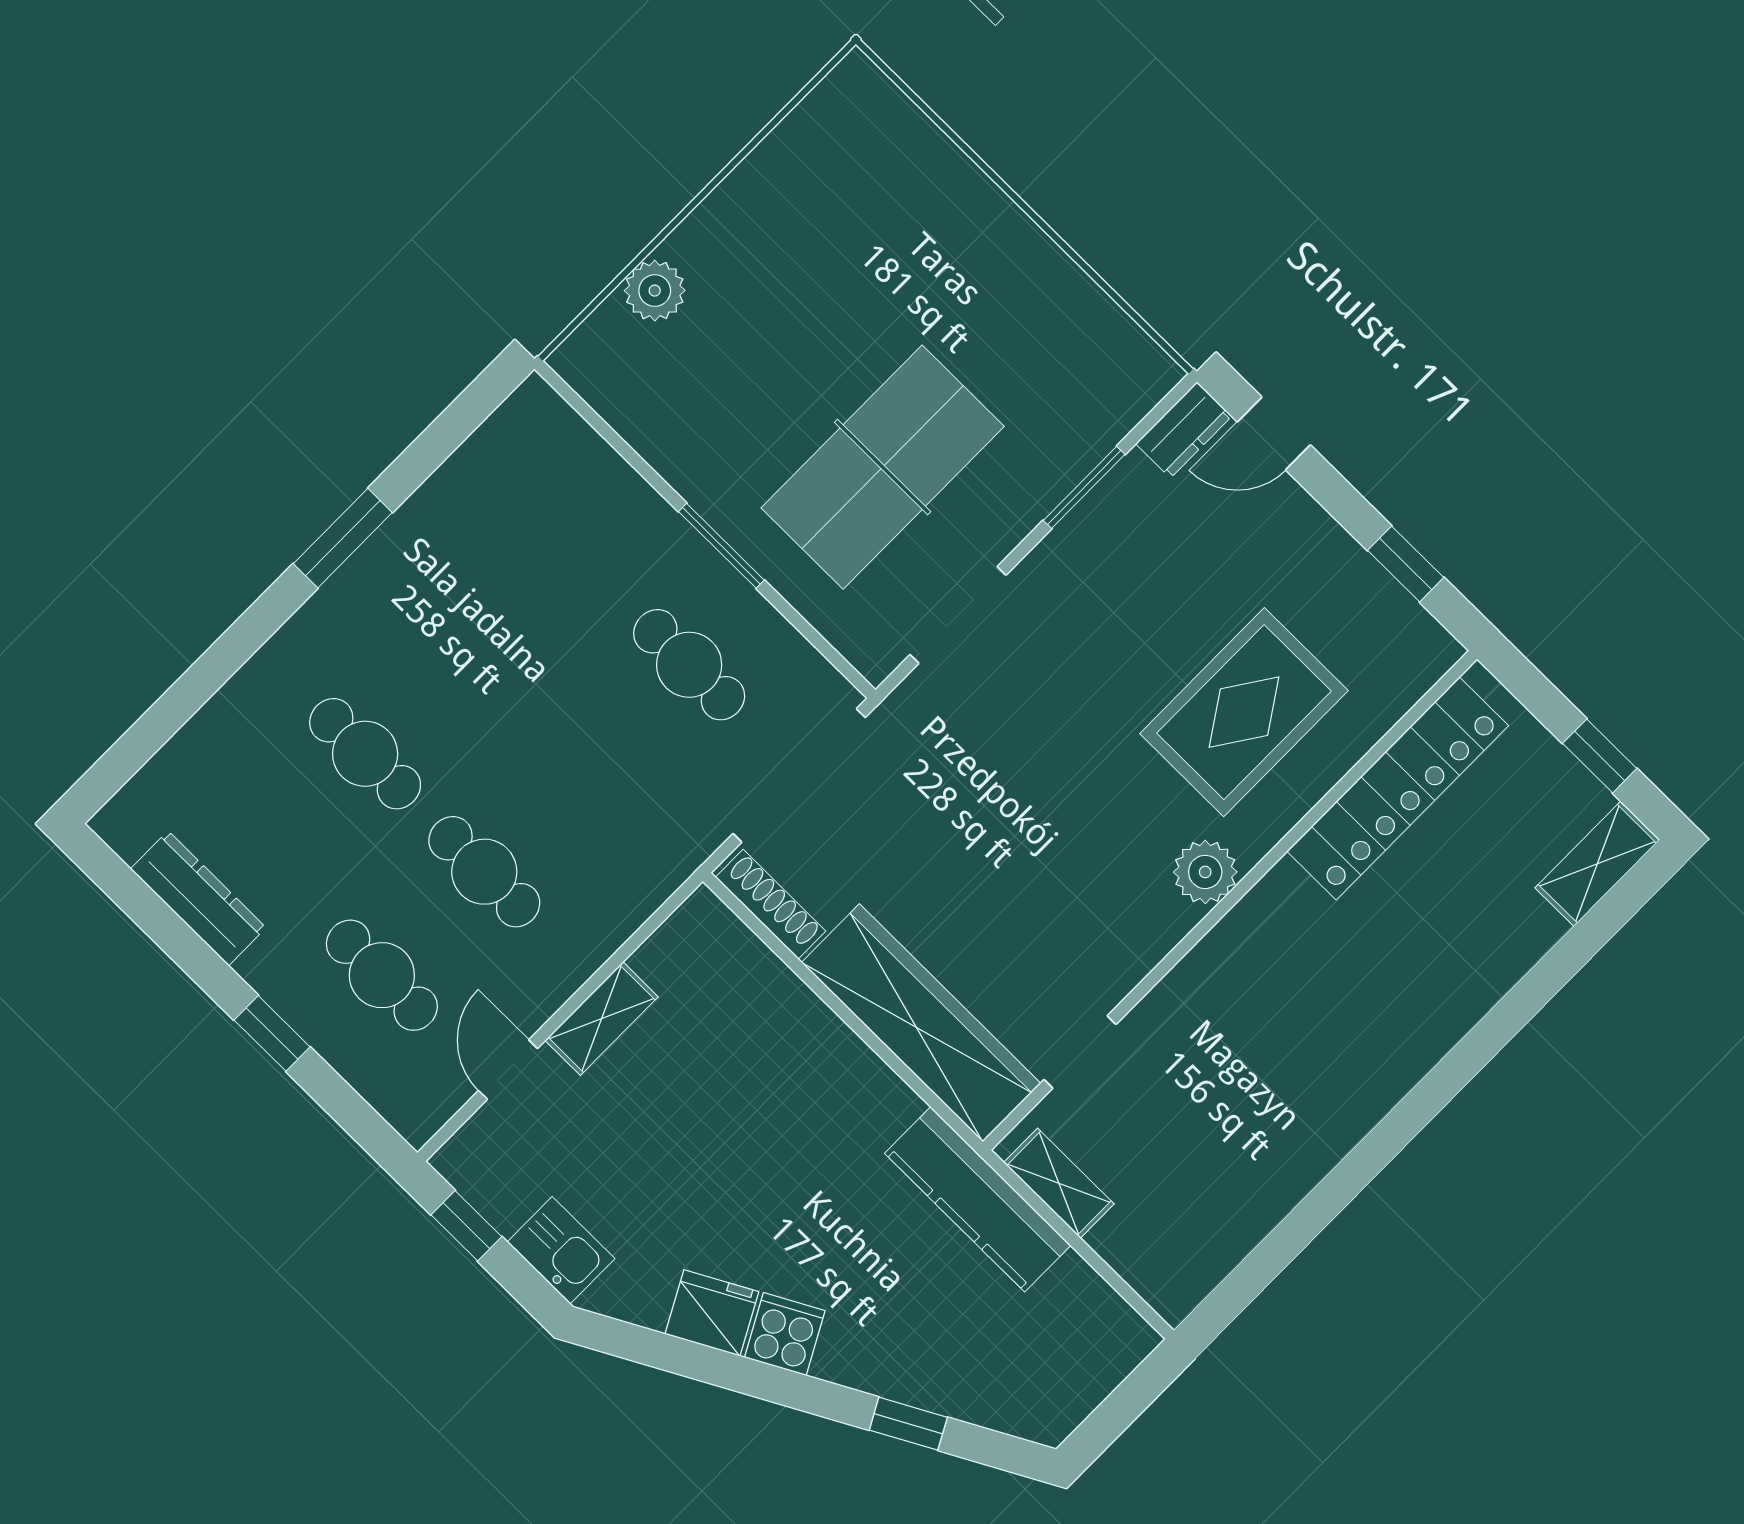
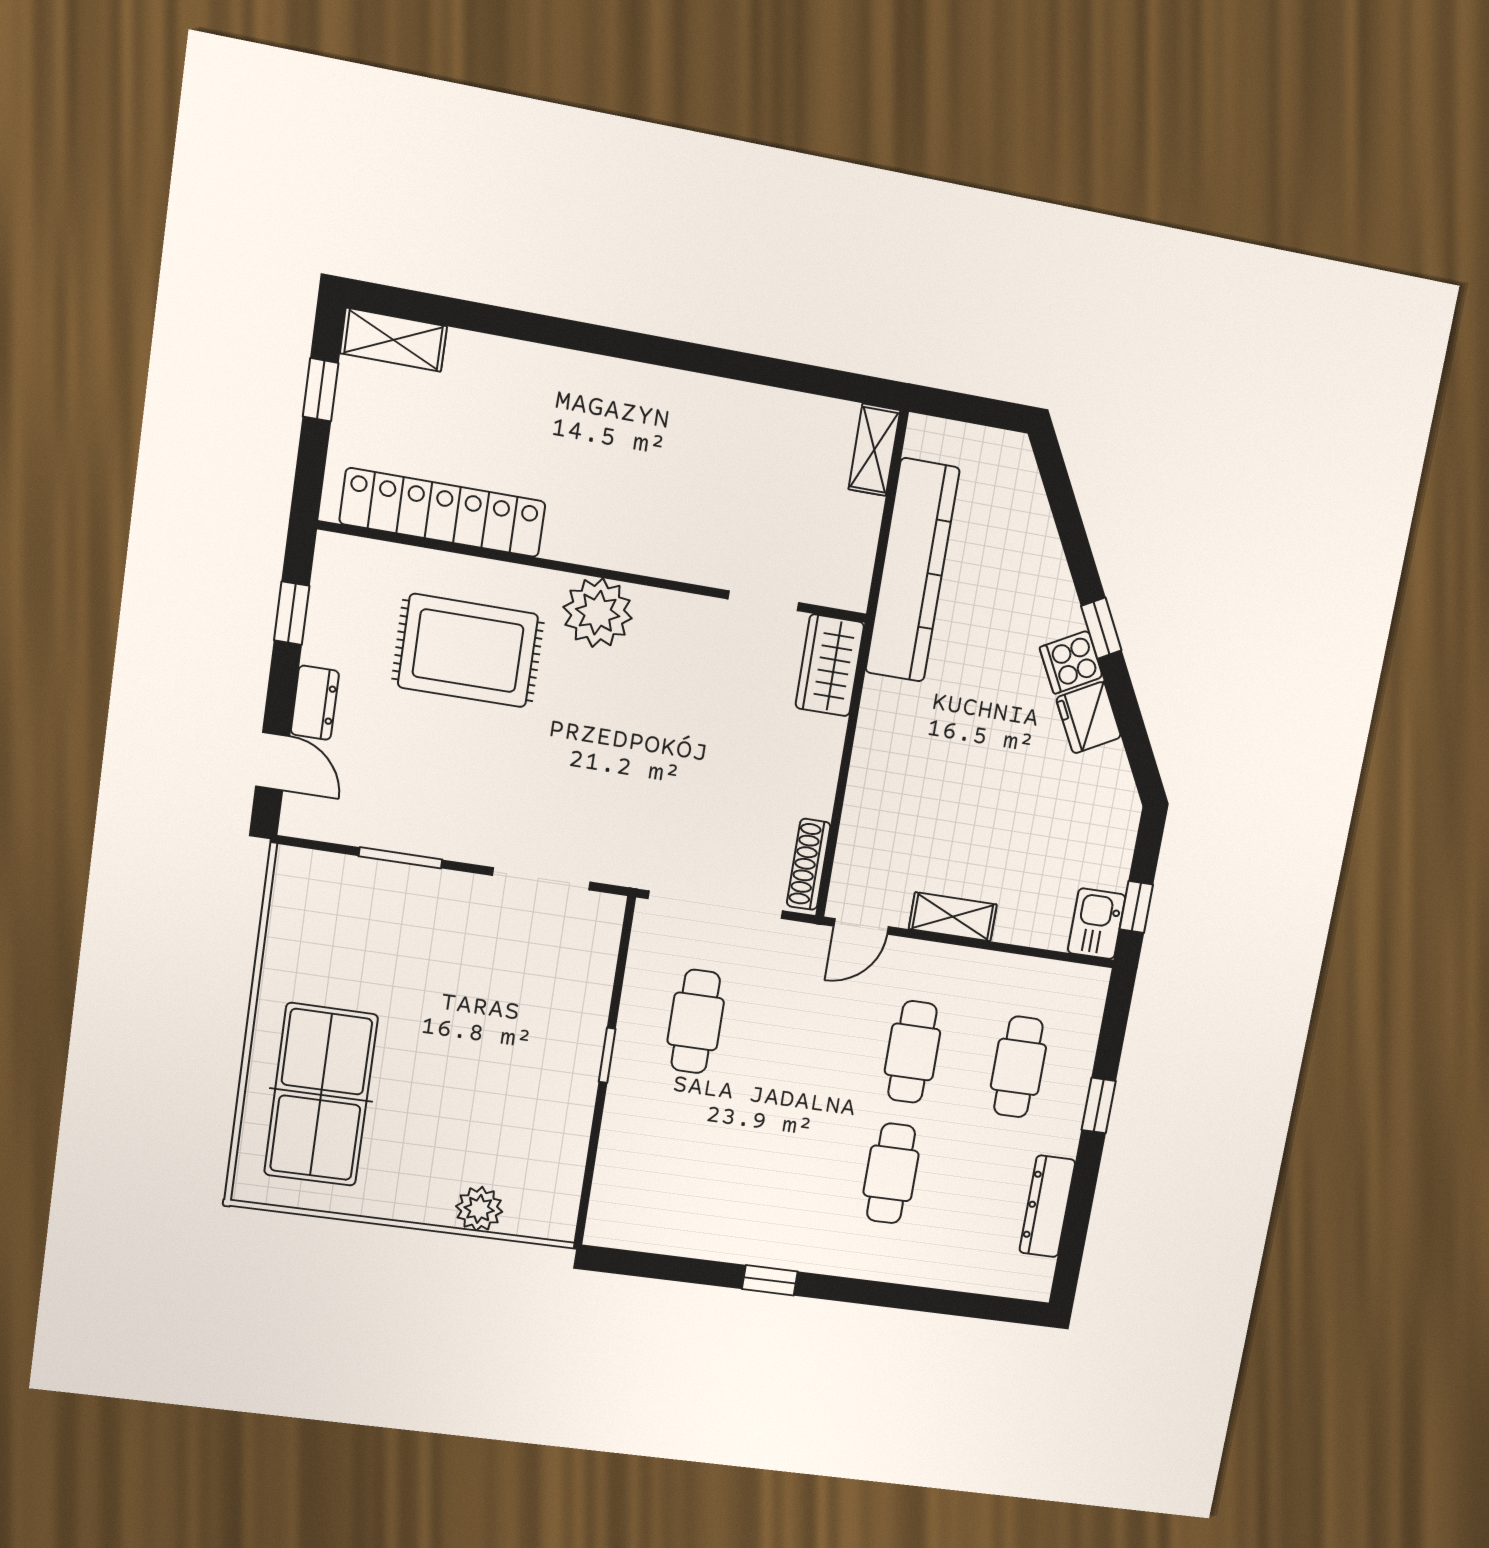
dresser: (1184, 430) -> (315, 703), moved, turned 90
table tennis table: (883, 467) -> (321, 1095), moved, turned 90
window: (343, 538) -> (770, 1280), width x0.67
window: (721, 546) -> (607, 1055), width x0.67
plant: (1205, 872) -> (598, 613), width x1.36, depth x1.36
wardrobe: (921, 1023) -> (830, 665), width x0.48, depth x0.85
door: (508, 1070) -> (861, 926), moved
shelving: (1059, 1183) -> (874, 450), moved
kitchen counter: (978, 1199) -> (912, 570), width x1.39, depth x1.17
kitchen sink: (561, 1250) -> (1097, 924), moved
window: (908, 1424) -> (1101, 628), moved

